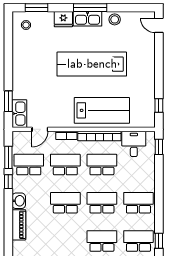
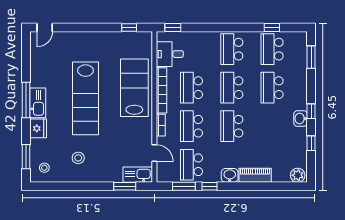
stool: (115, 19) -> (78, 158), moved

